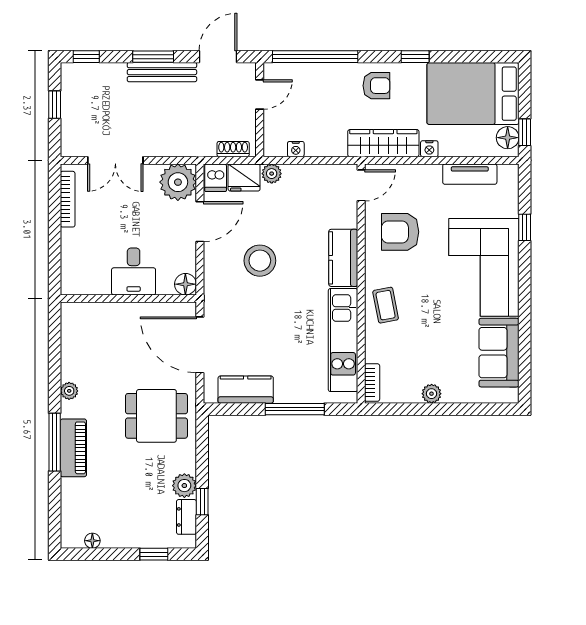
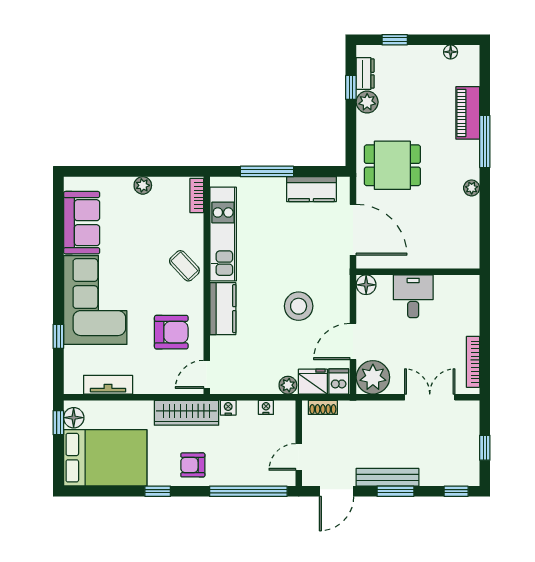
nightstand: (429, 149) -> (228, 408), moved
coffee table: (386, 305) -> (184, 266), turned -32
piano: (73, 448) -> (468, 113), moved

